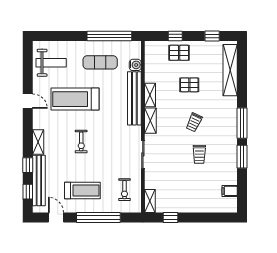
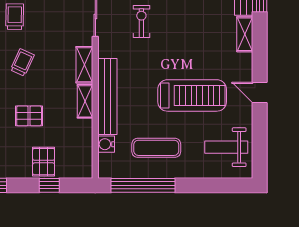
pallet: (179, 53) -> (44, 162), turned 90
exercise bike: (81, 141) -> (141, 21), moved

